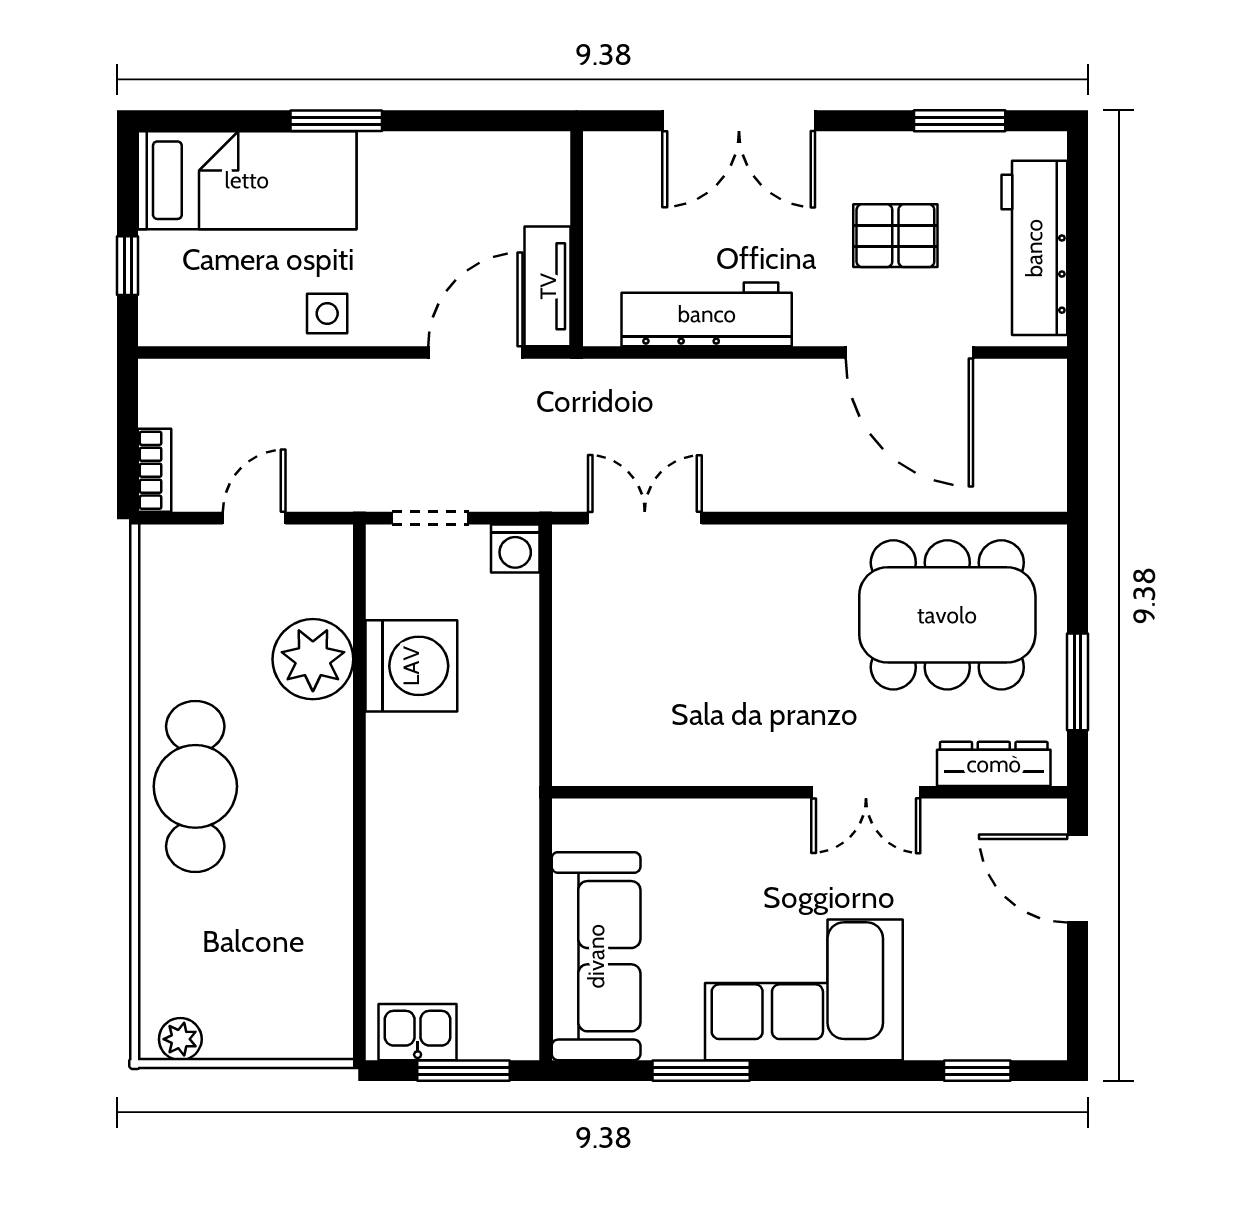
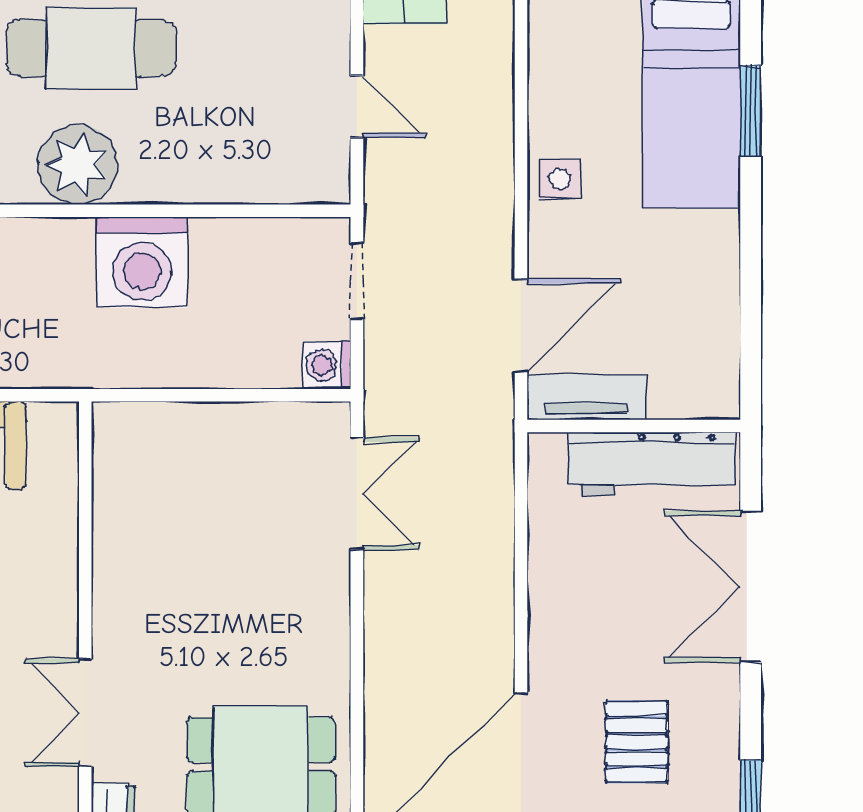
window: (336, 121) -> (751, 111), moved
workbench: (707, 314) -> (652, 464), moved, turned 90
door: (475, 352) -> (521, 326), hinge flipped
plant: (313, 659) -> (78, 165), moved
washing machine: (411, 666) -> (142, 262), moved

